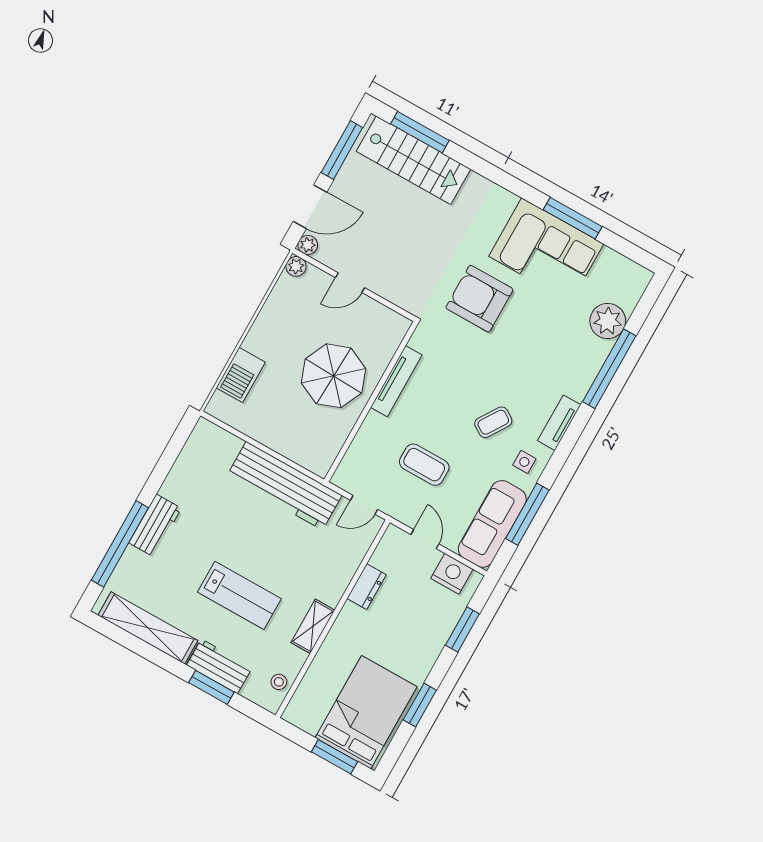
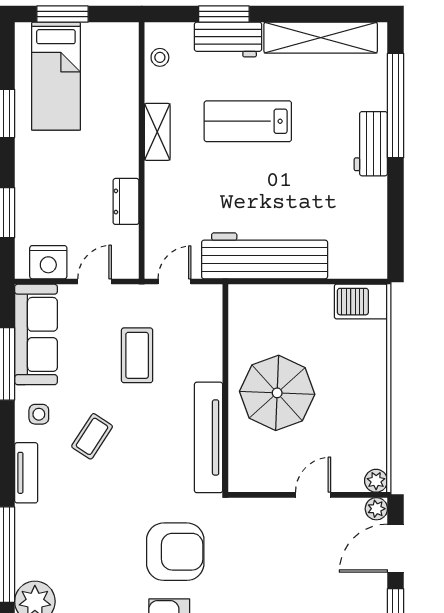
barbecue: (241, 375) -> (361, 302), moved, turned -90
tv unit: (396, 381) -> (209, 437), width x1.36, depth x1.29
coffee table: (424, 465) -> (137, 355), turned 90
door: (425, 539) -> (95, 281), swing flipped
bed: (366, 712) -> (56, 76), width x0.67

